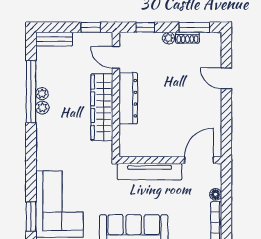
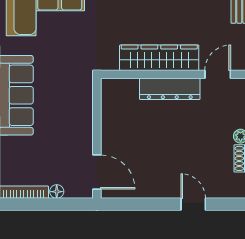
door: (226, 78) -> (193, 204), hinge flipped
tv unit: (150, 172) -> (83, 114), removed

